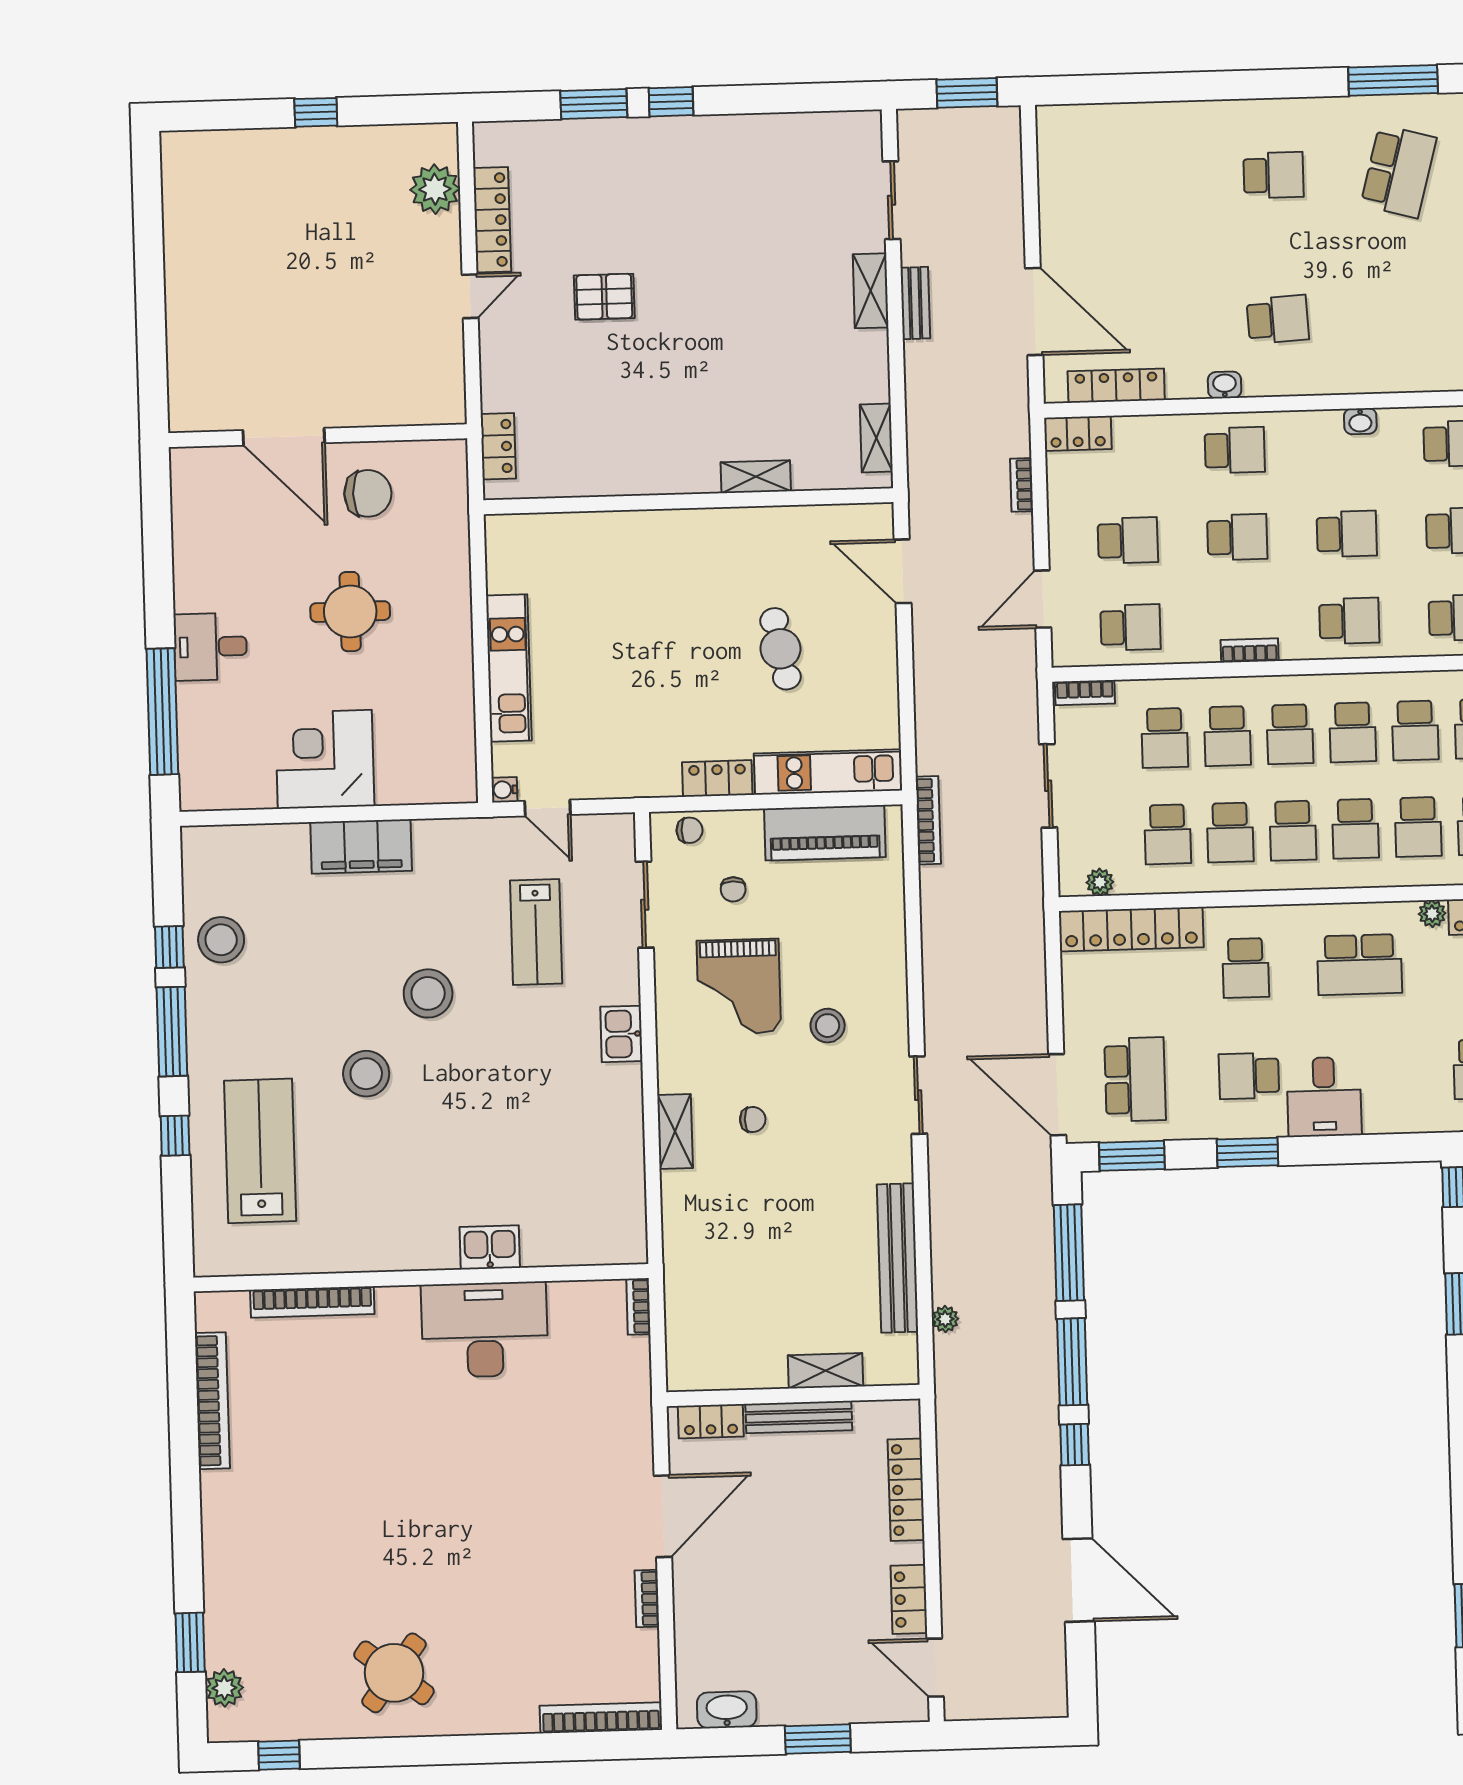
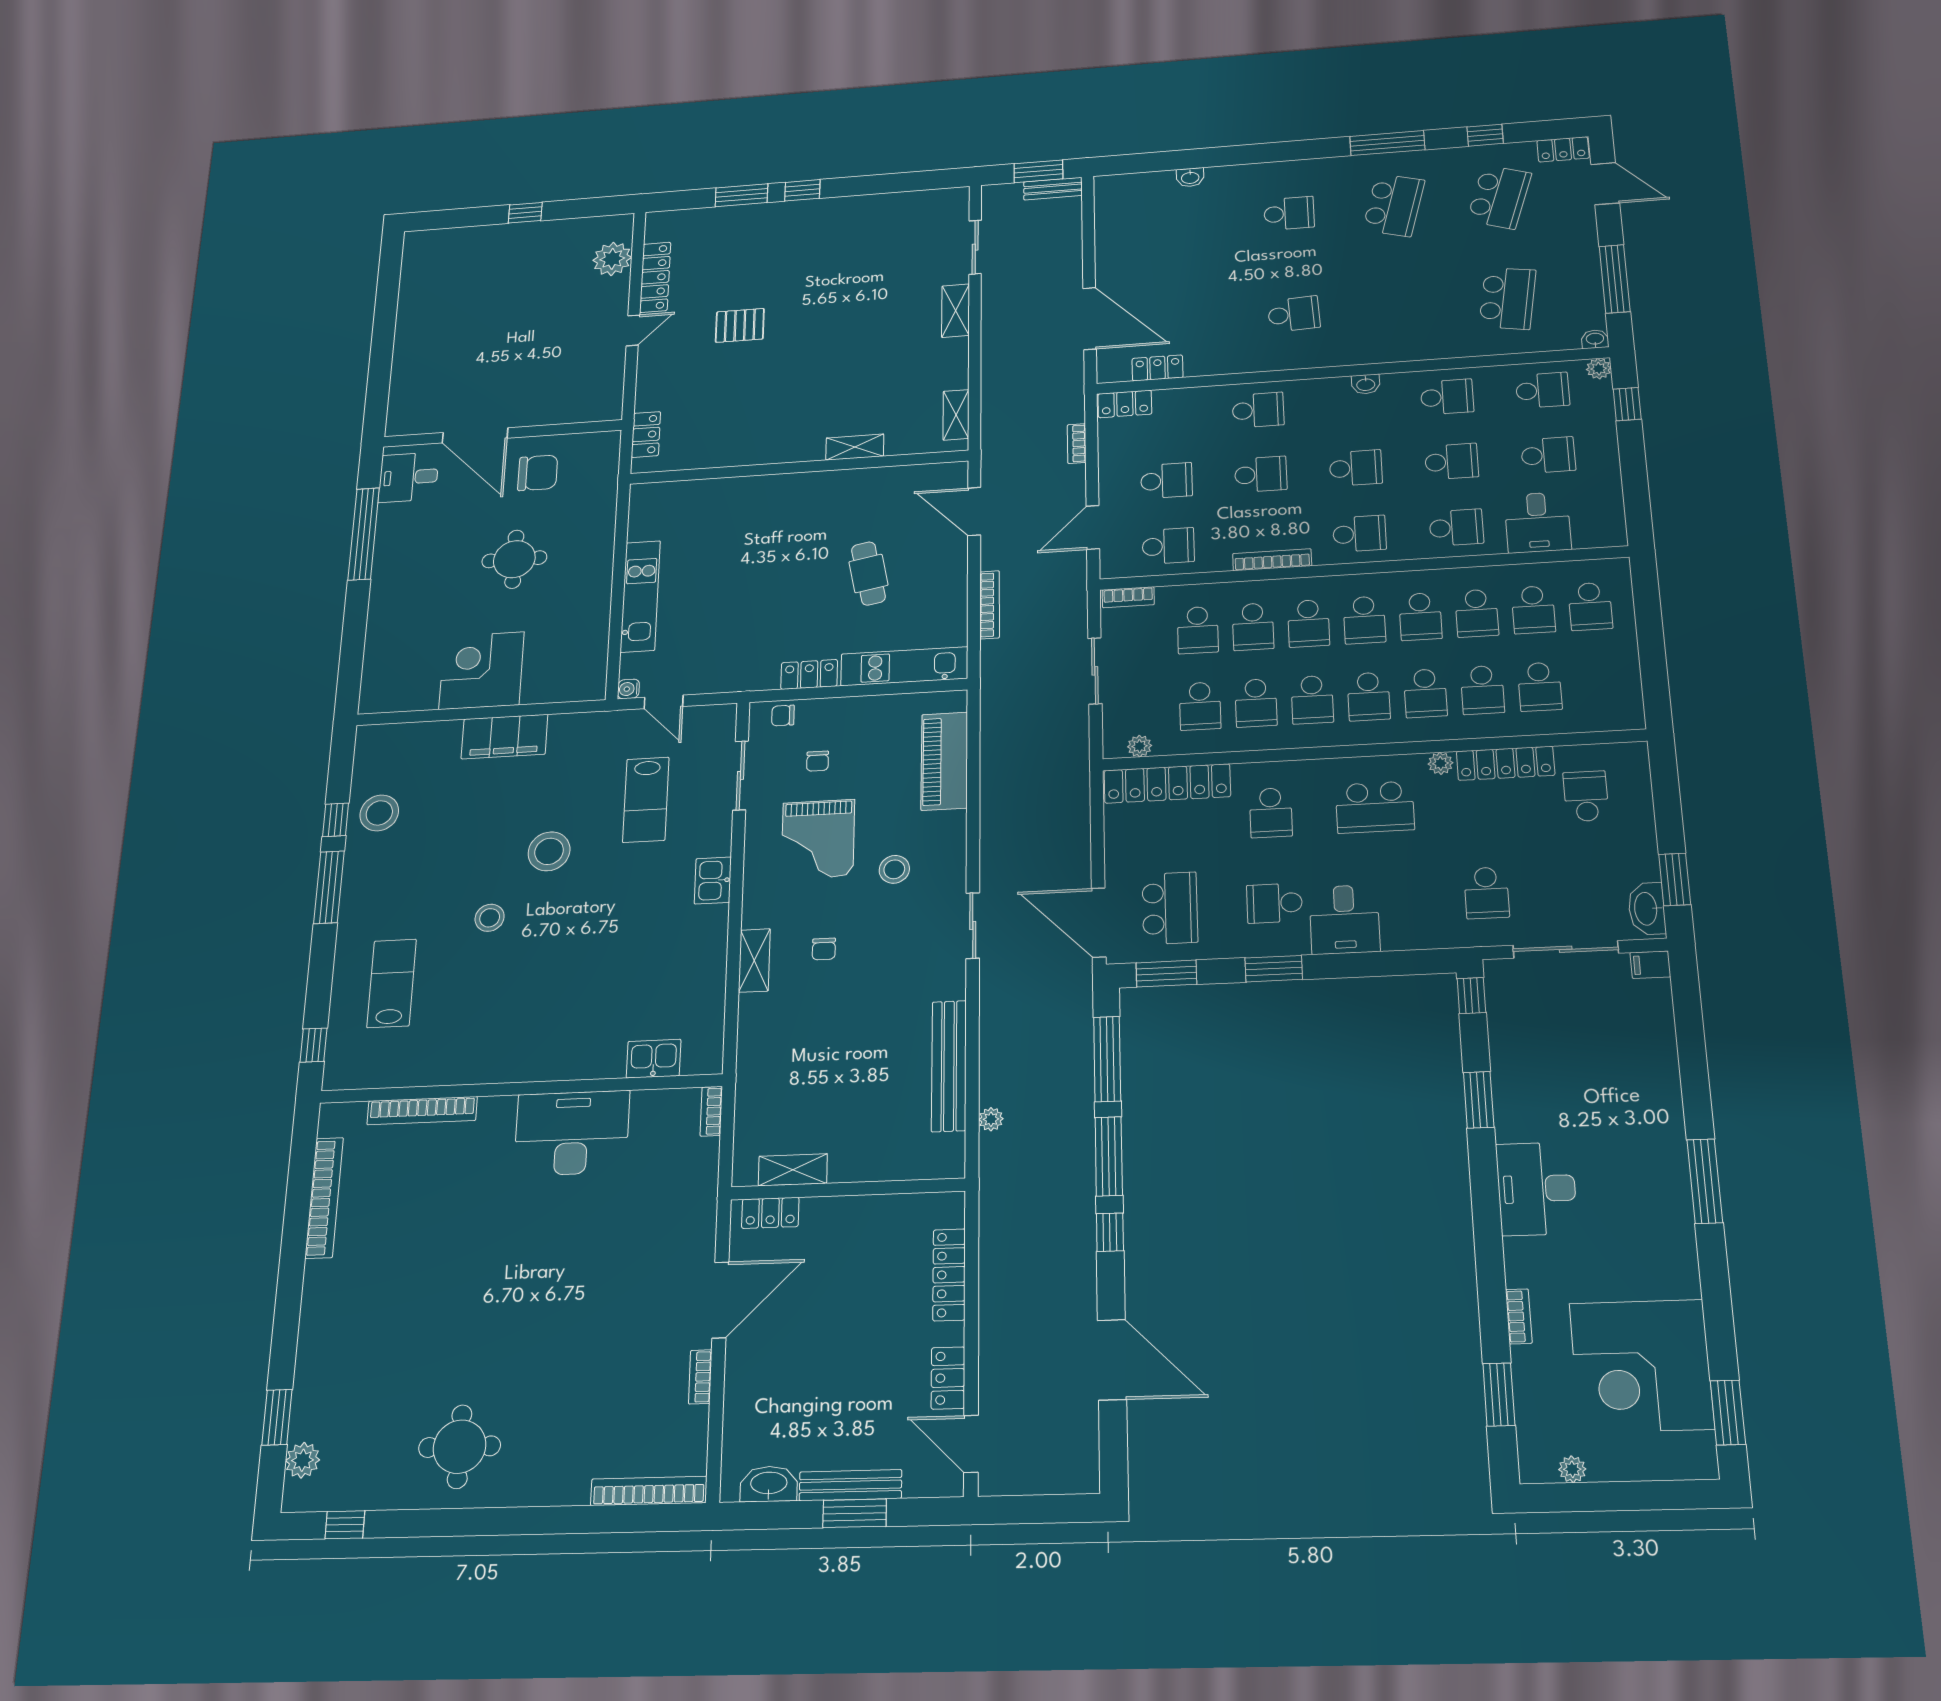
bench: (915, 303) -> (1053, 189), moved, turned 90
washbasin: (1225, 385) -> (1190, 177), moved, turned 180
locker: (1116, 386) -> (1158, 368), width x0.66
desk: (210, 647) -> (409, 477), moved
bookcase: (1250, 650) -> (1272, 560), width x1.56
window: (162, 712) -> (364, 534), moved
bookcase: (928, 820) -> (990, 605), moved
chair: (690, 830) -> (783, 716), turned 180
piano: (825, 833) -> (944, 761), moved, turned 90
stool: (366, 1074) -> (490, 918), width x0.73, depth x0.73
chair: (753, 1119) -> (824, 949), turned 90
window: (175, 1136) -> (313, 1045), moved
lab bench: (260, 1151) -> (392, 983), width x0.73, depth x0.72
kitchen sink: (490, 1247) -> (654, 1059), moved
shelving: (825, 1371) -> (793, 1170), moved
bench: (799, 1417) -> (850, 1485), moved
round table: (394, 1673) -> (460, 1447), turned -37

